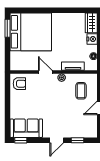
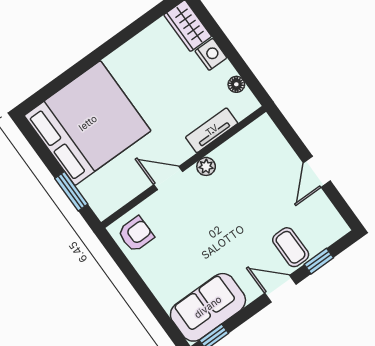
window: (7, 28) -> (71, 191), moved
coffee table: (81, 91) -> (291, 247), moved
door: (57, 140) -> (280, 289), swing flipped

